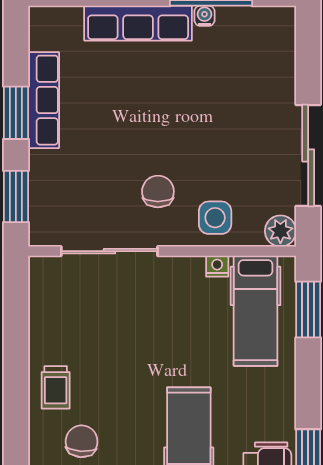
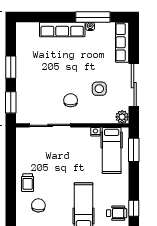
row of seats: (44, 100) -> (122, 42), moved, turned 180
side table: (215, 218) -> (99, 89), moved

